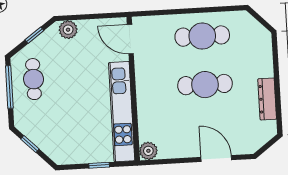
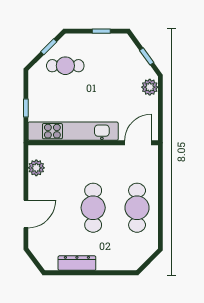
cafe table: (33, 79) -> (65, 66), moved
window: (9, 87) -> (101, 31), width x0.46
plant: (148, 151) -> (36, 168), moved

